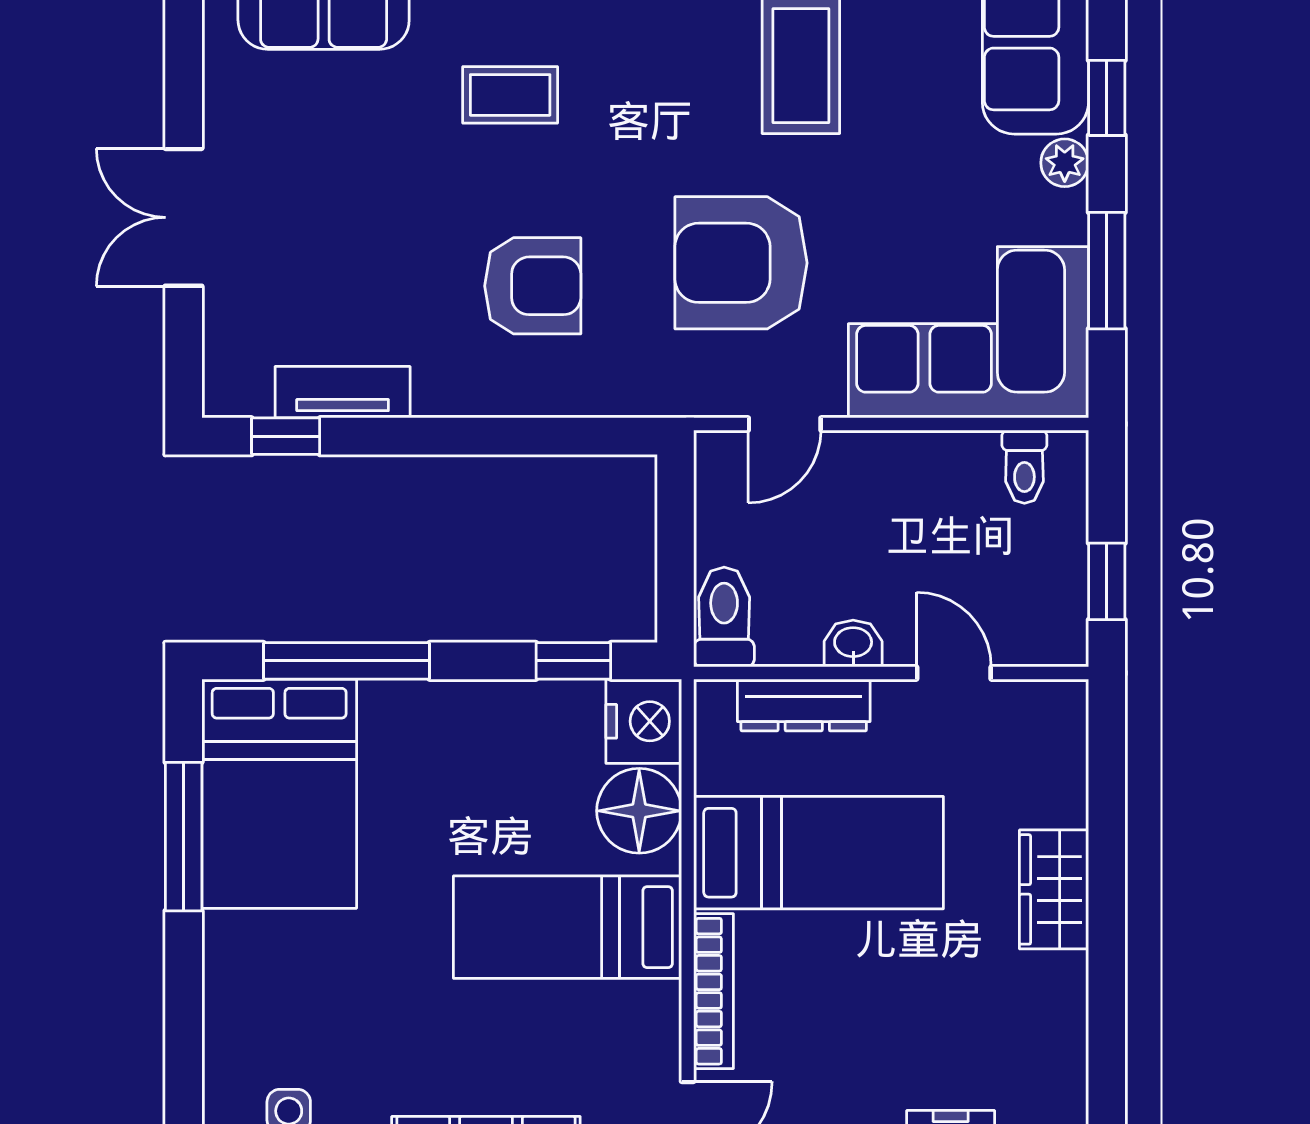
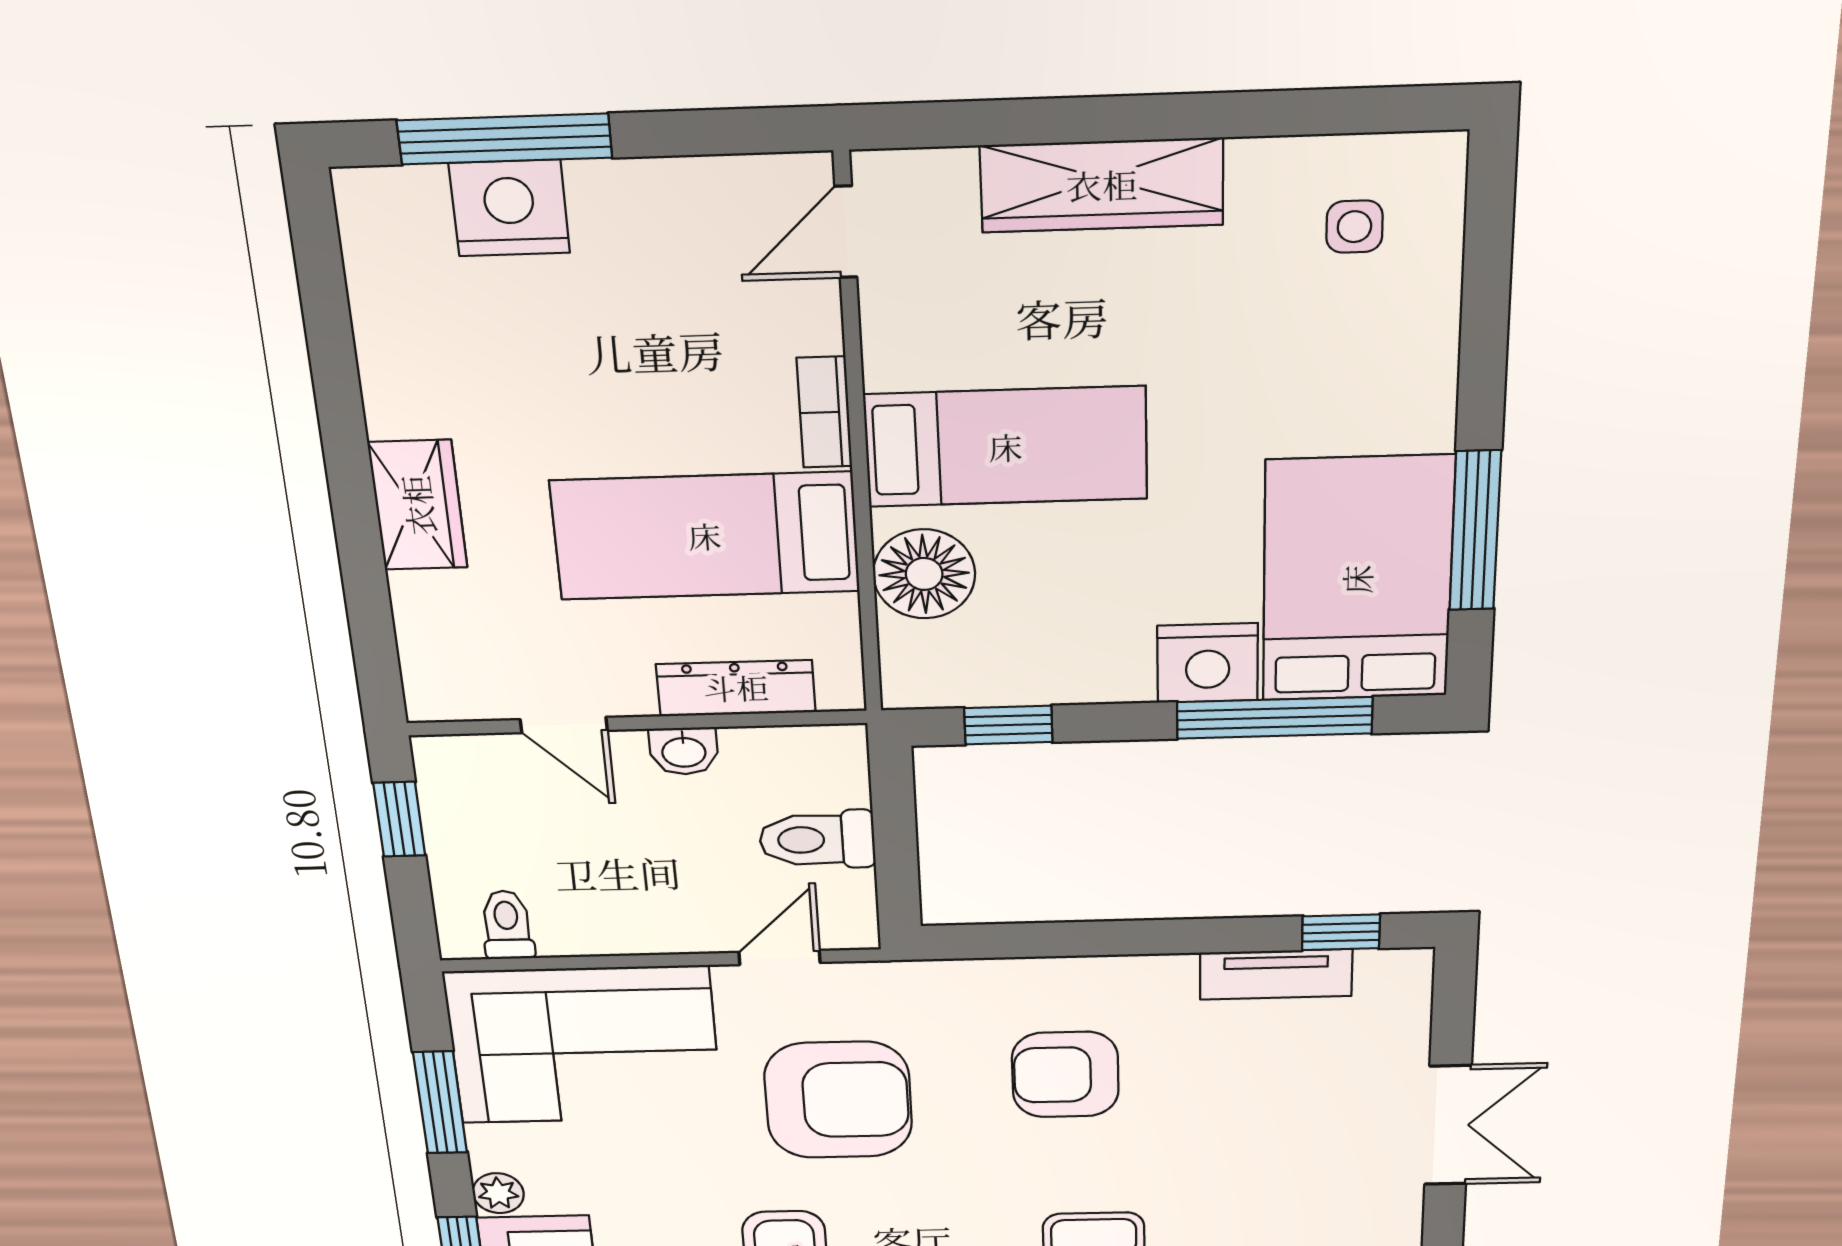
toilet: (724, 617) -> (817, 840), moved, turned 90
nightstand: (644, 721) -> (1208, 663), moved, turned -90
bookcase: (714, 991) -> (824, 412), width x0.64

